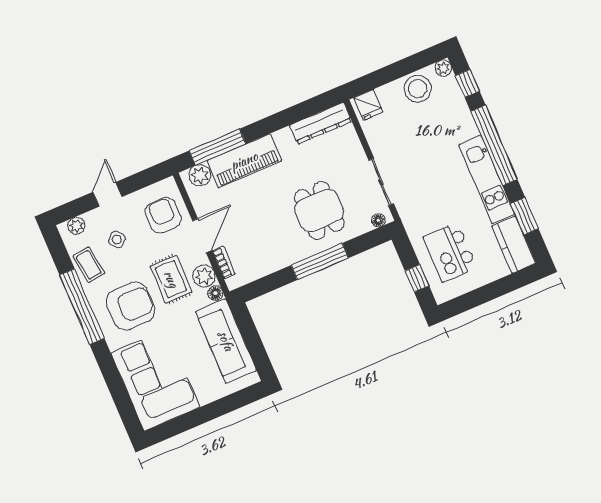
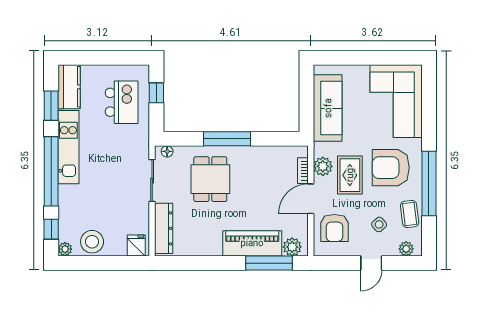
dresser: (321, 123) -> (164, 228), moved, turned 90
floor lamp: (215, 293) -> (320, 149), removed

